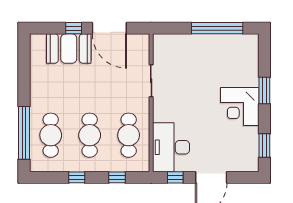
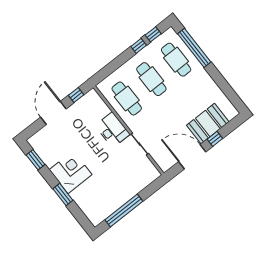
desk: (171, 147) -> (112, 130), moved, width x0.73, depth x0.77
window: (117, 177) -> (153, 34), moved

